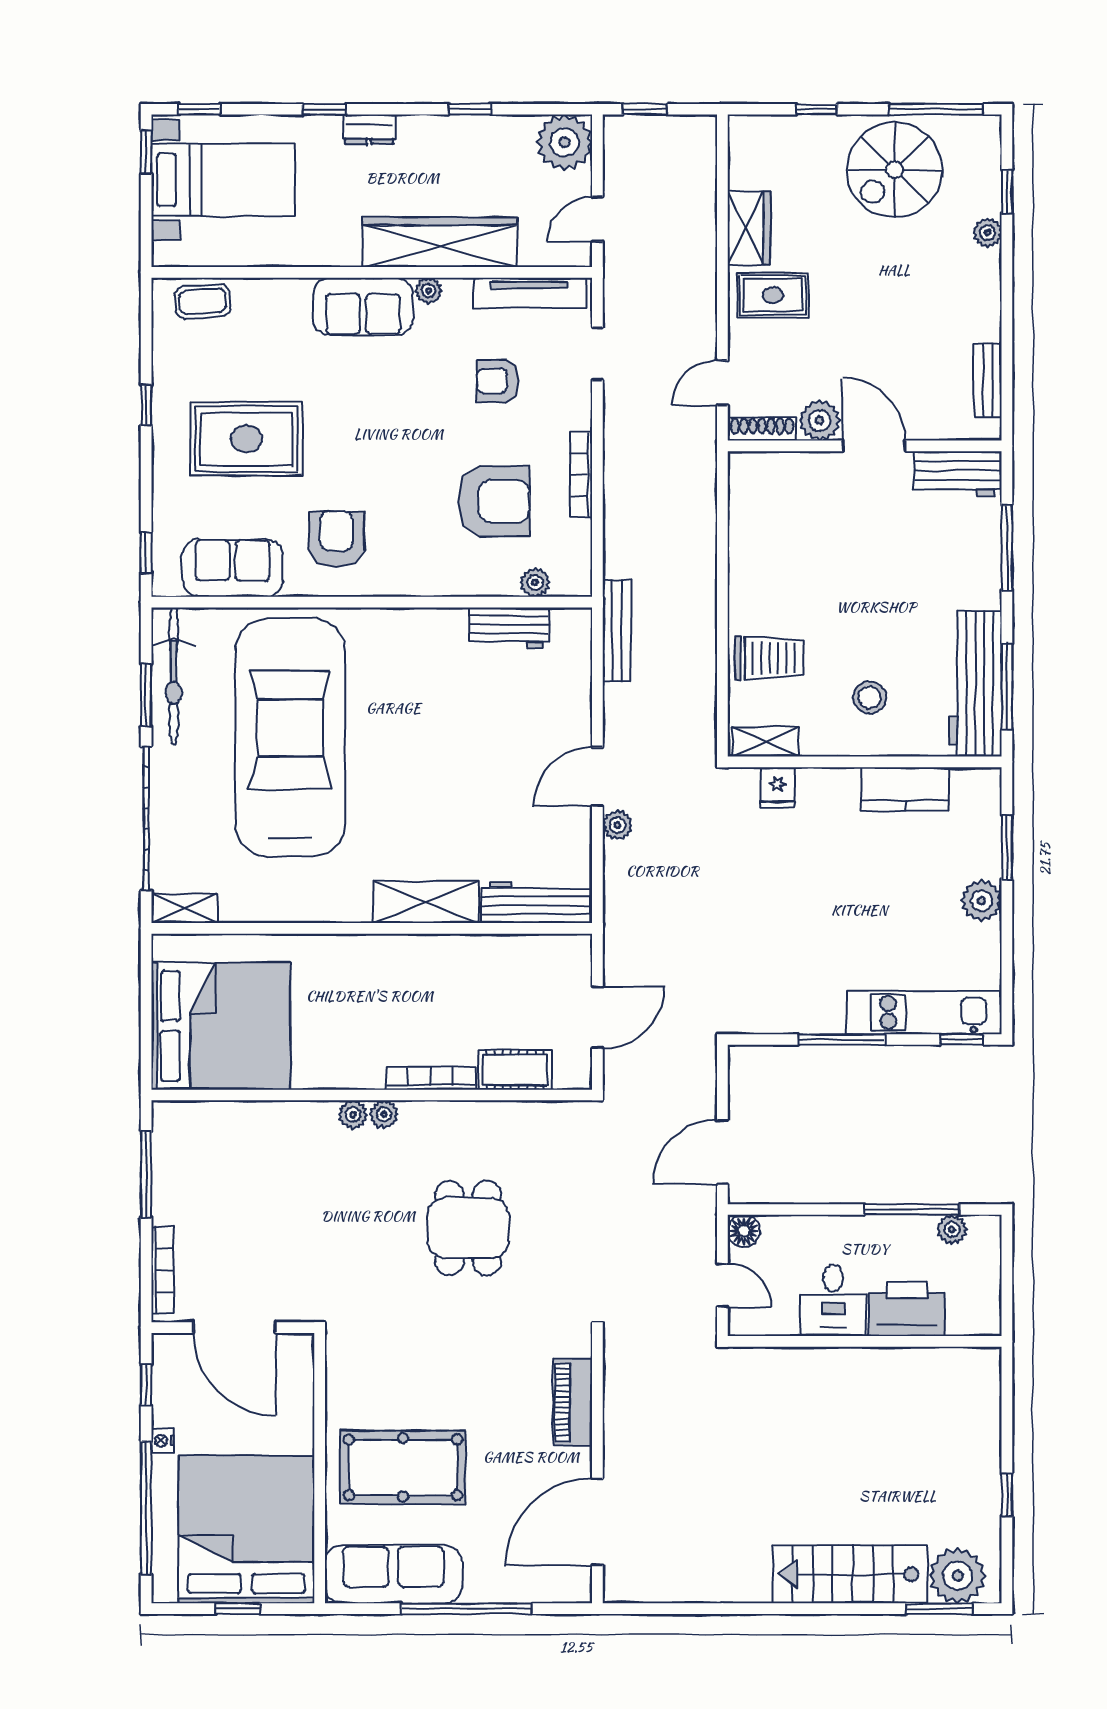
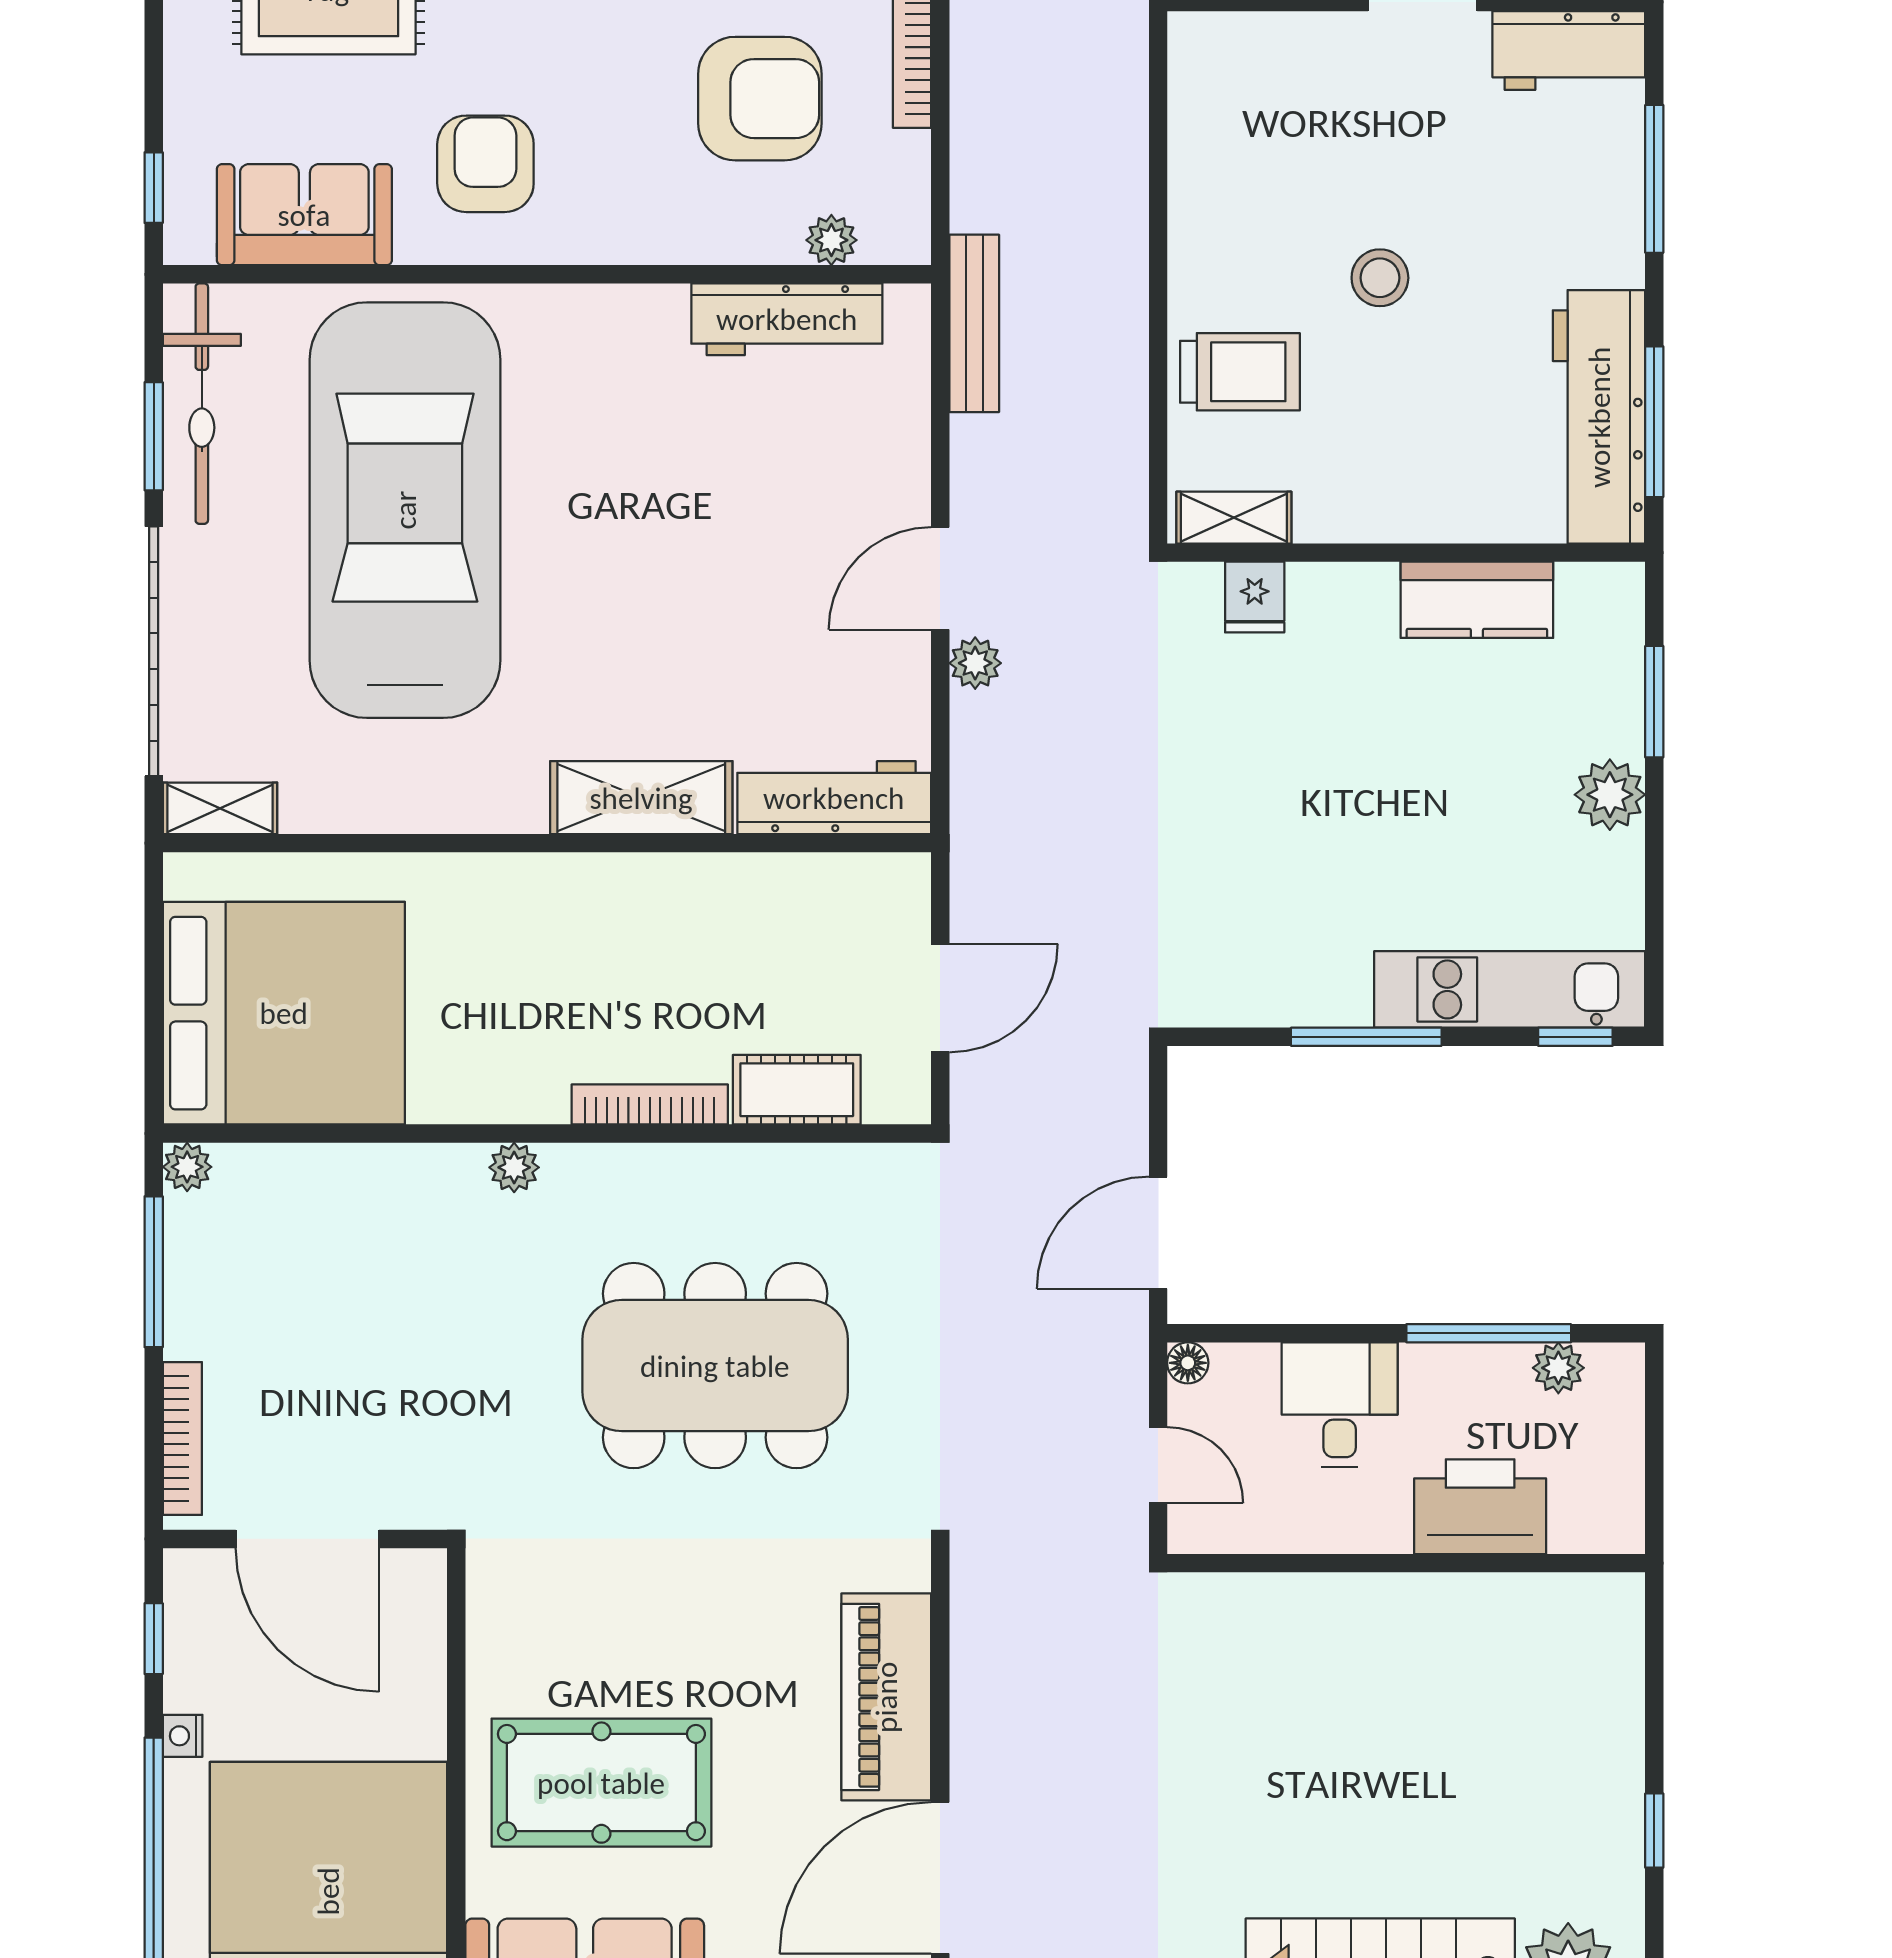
workbench: (509, 628) -> (787, 319), width x1.38
stool: (870, 697) -> (1380, 278), moved
plant: (384, 1114) -> (187, 1167), moved
dining table: (468, 1228) -> (715, 1366), width x1.88, depth x1.24
floor lamp: (744, 1231) -> (1188, 1363), width x0.73, depth x0.73
desk: (833, 1300) -> (1340, 1405), moved, turned 180
piano: (573, 1402) -> (886, 1697), width x1.37, depth x1.33

